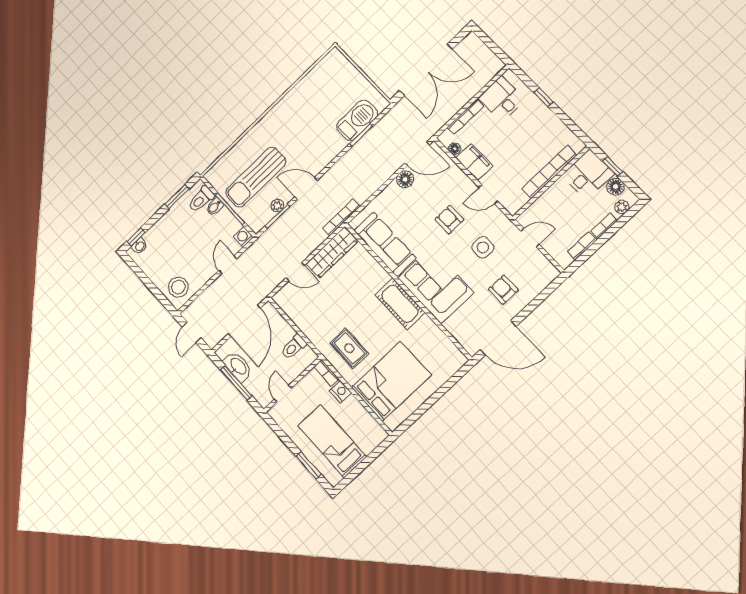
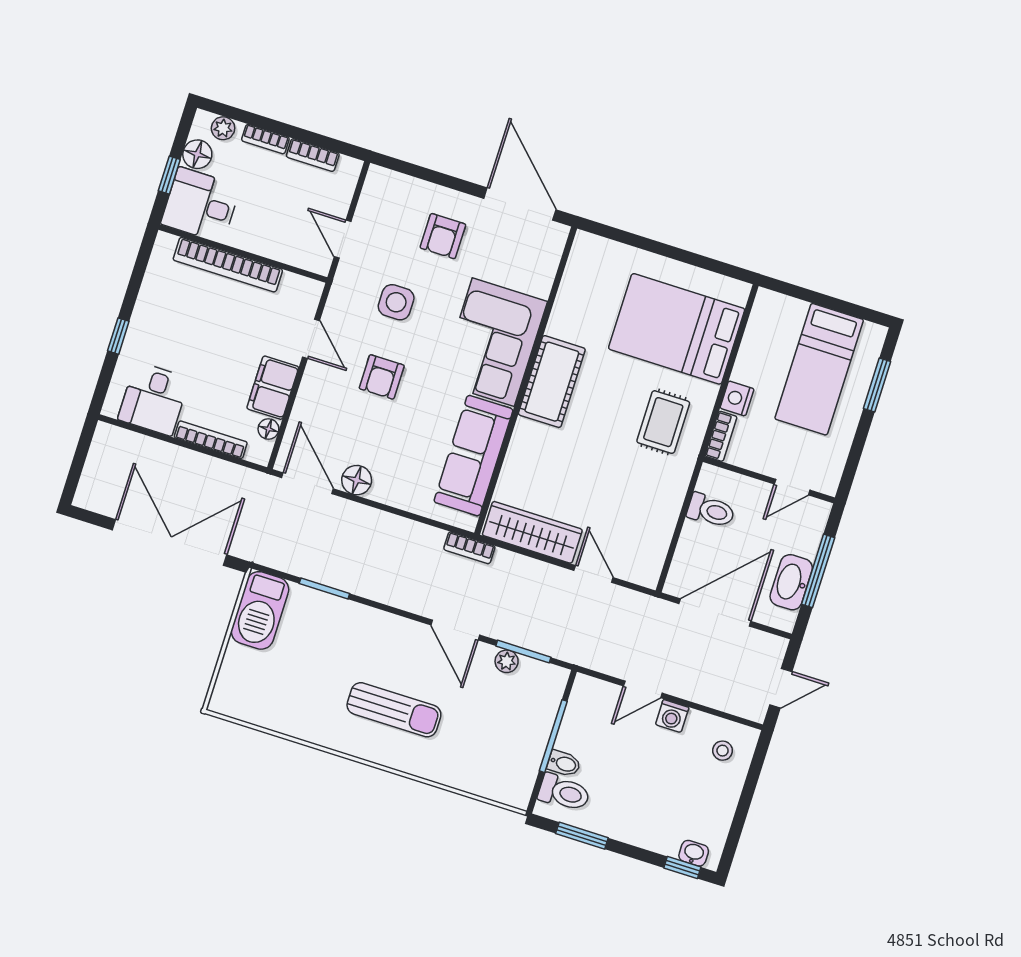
barbecue: (357, 120) -> (260, 610), moved, turned -90
sun lounger: (256, 177) -> (394, 710), moved, width x0.73, depth x0.75
bookcase: (341, 217) -> (469, 548), width x0.64
washing machine: (243, 237) -> (672, 716), moved
stool: (178, 287) -> (723, 751), width x0.53, depth x0.53

